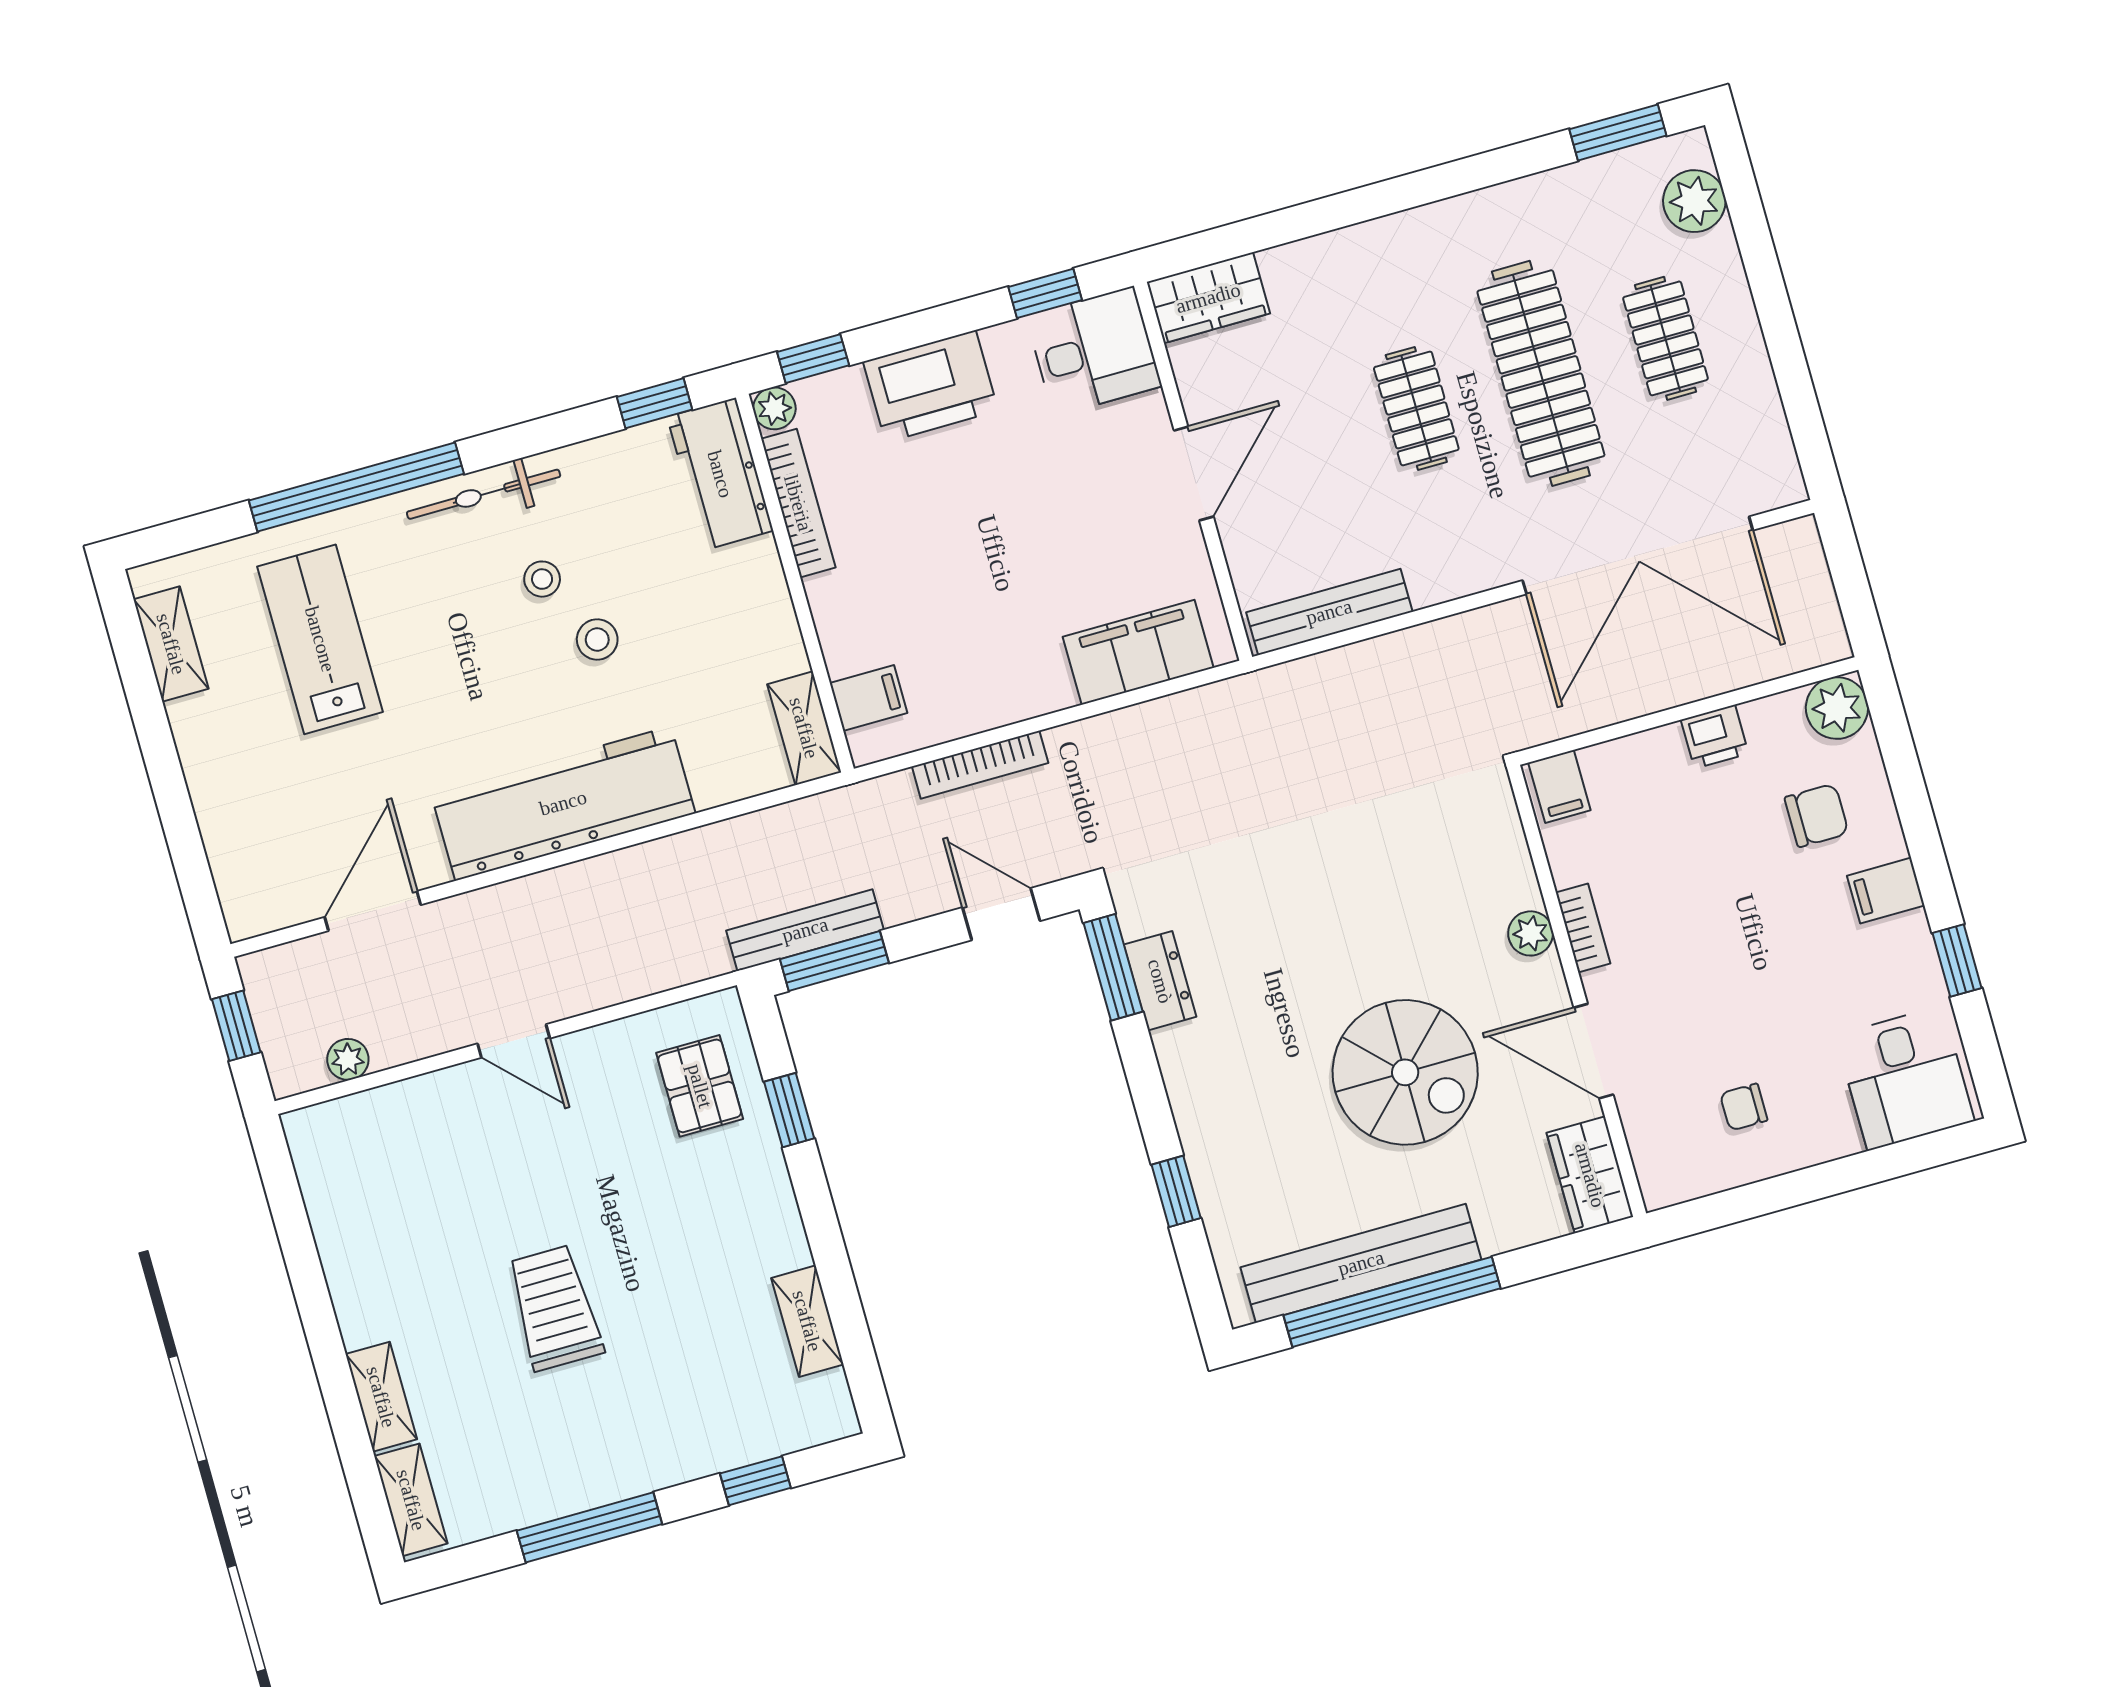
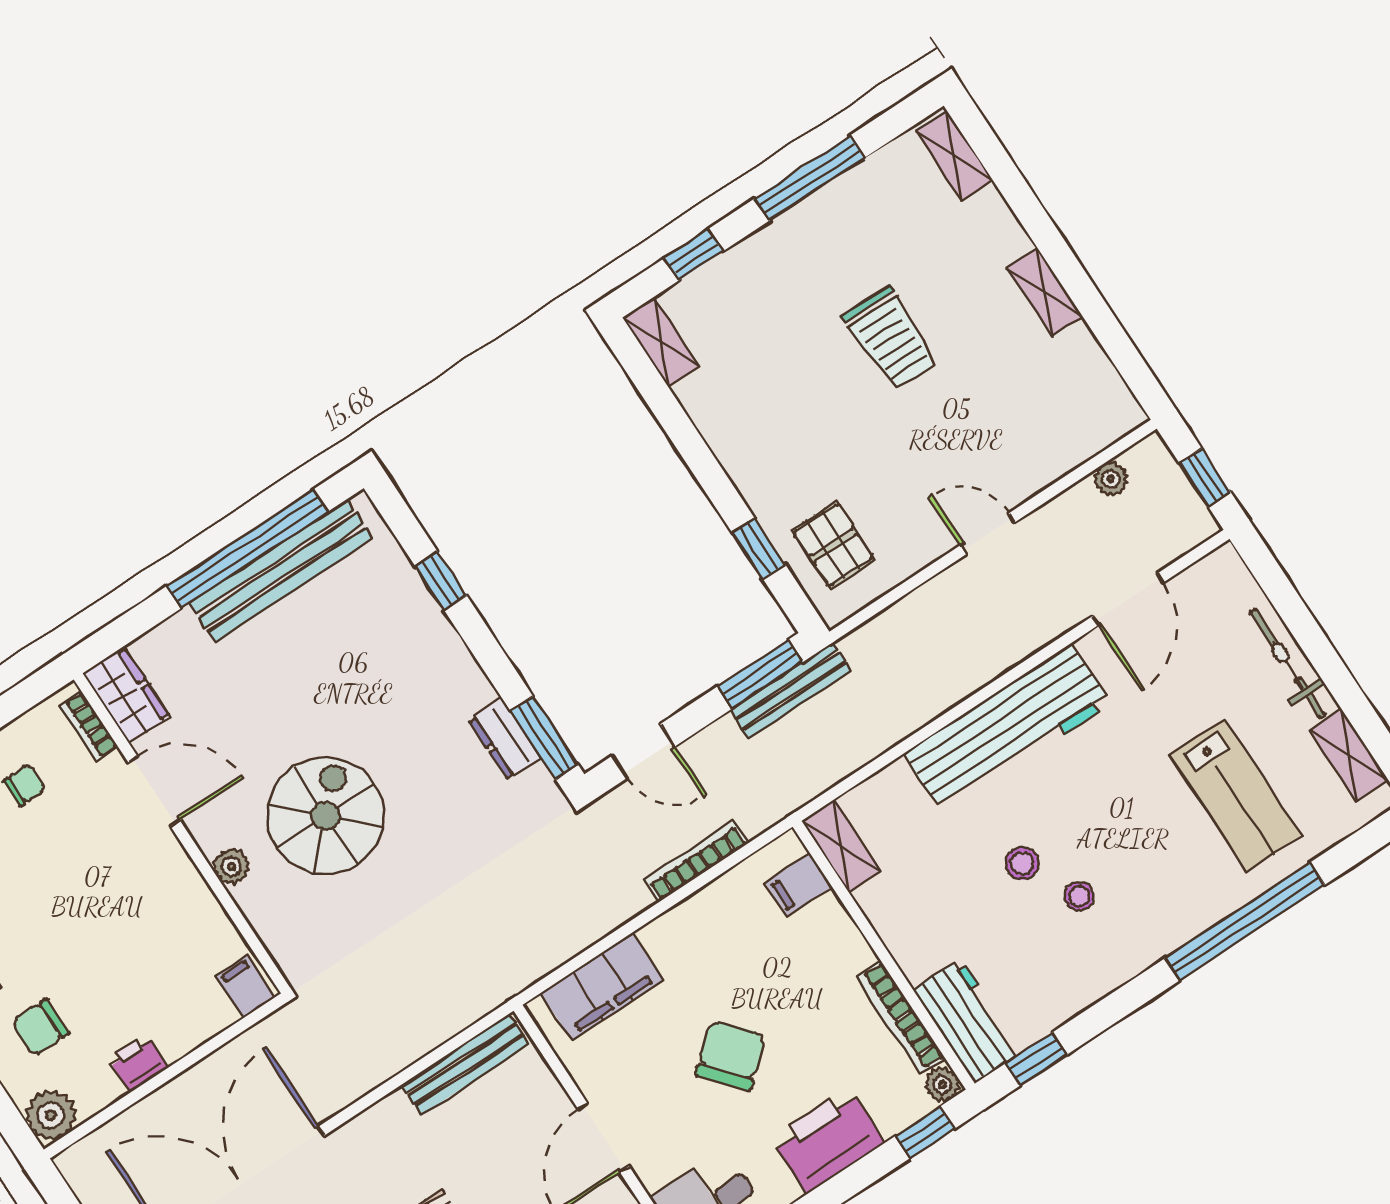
bicycle: (484, 494) -> (1287, 663), moved, turned -90
chair: (1013, 523) -> (731, 1055), added
bookcase: (1583, 928) -> (89, 726), moved
spiral stairs: (1405, 1072) -> (325, 816), moved, turned 90
shelving: (807, 1321) -> (661, 342), moved
shelving: (381, 1397) -> (1045, 292), moved

